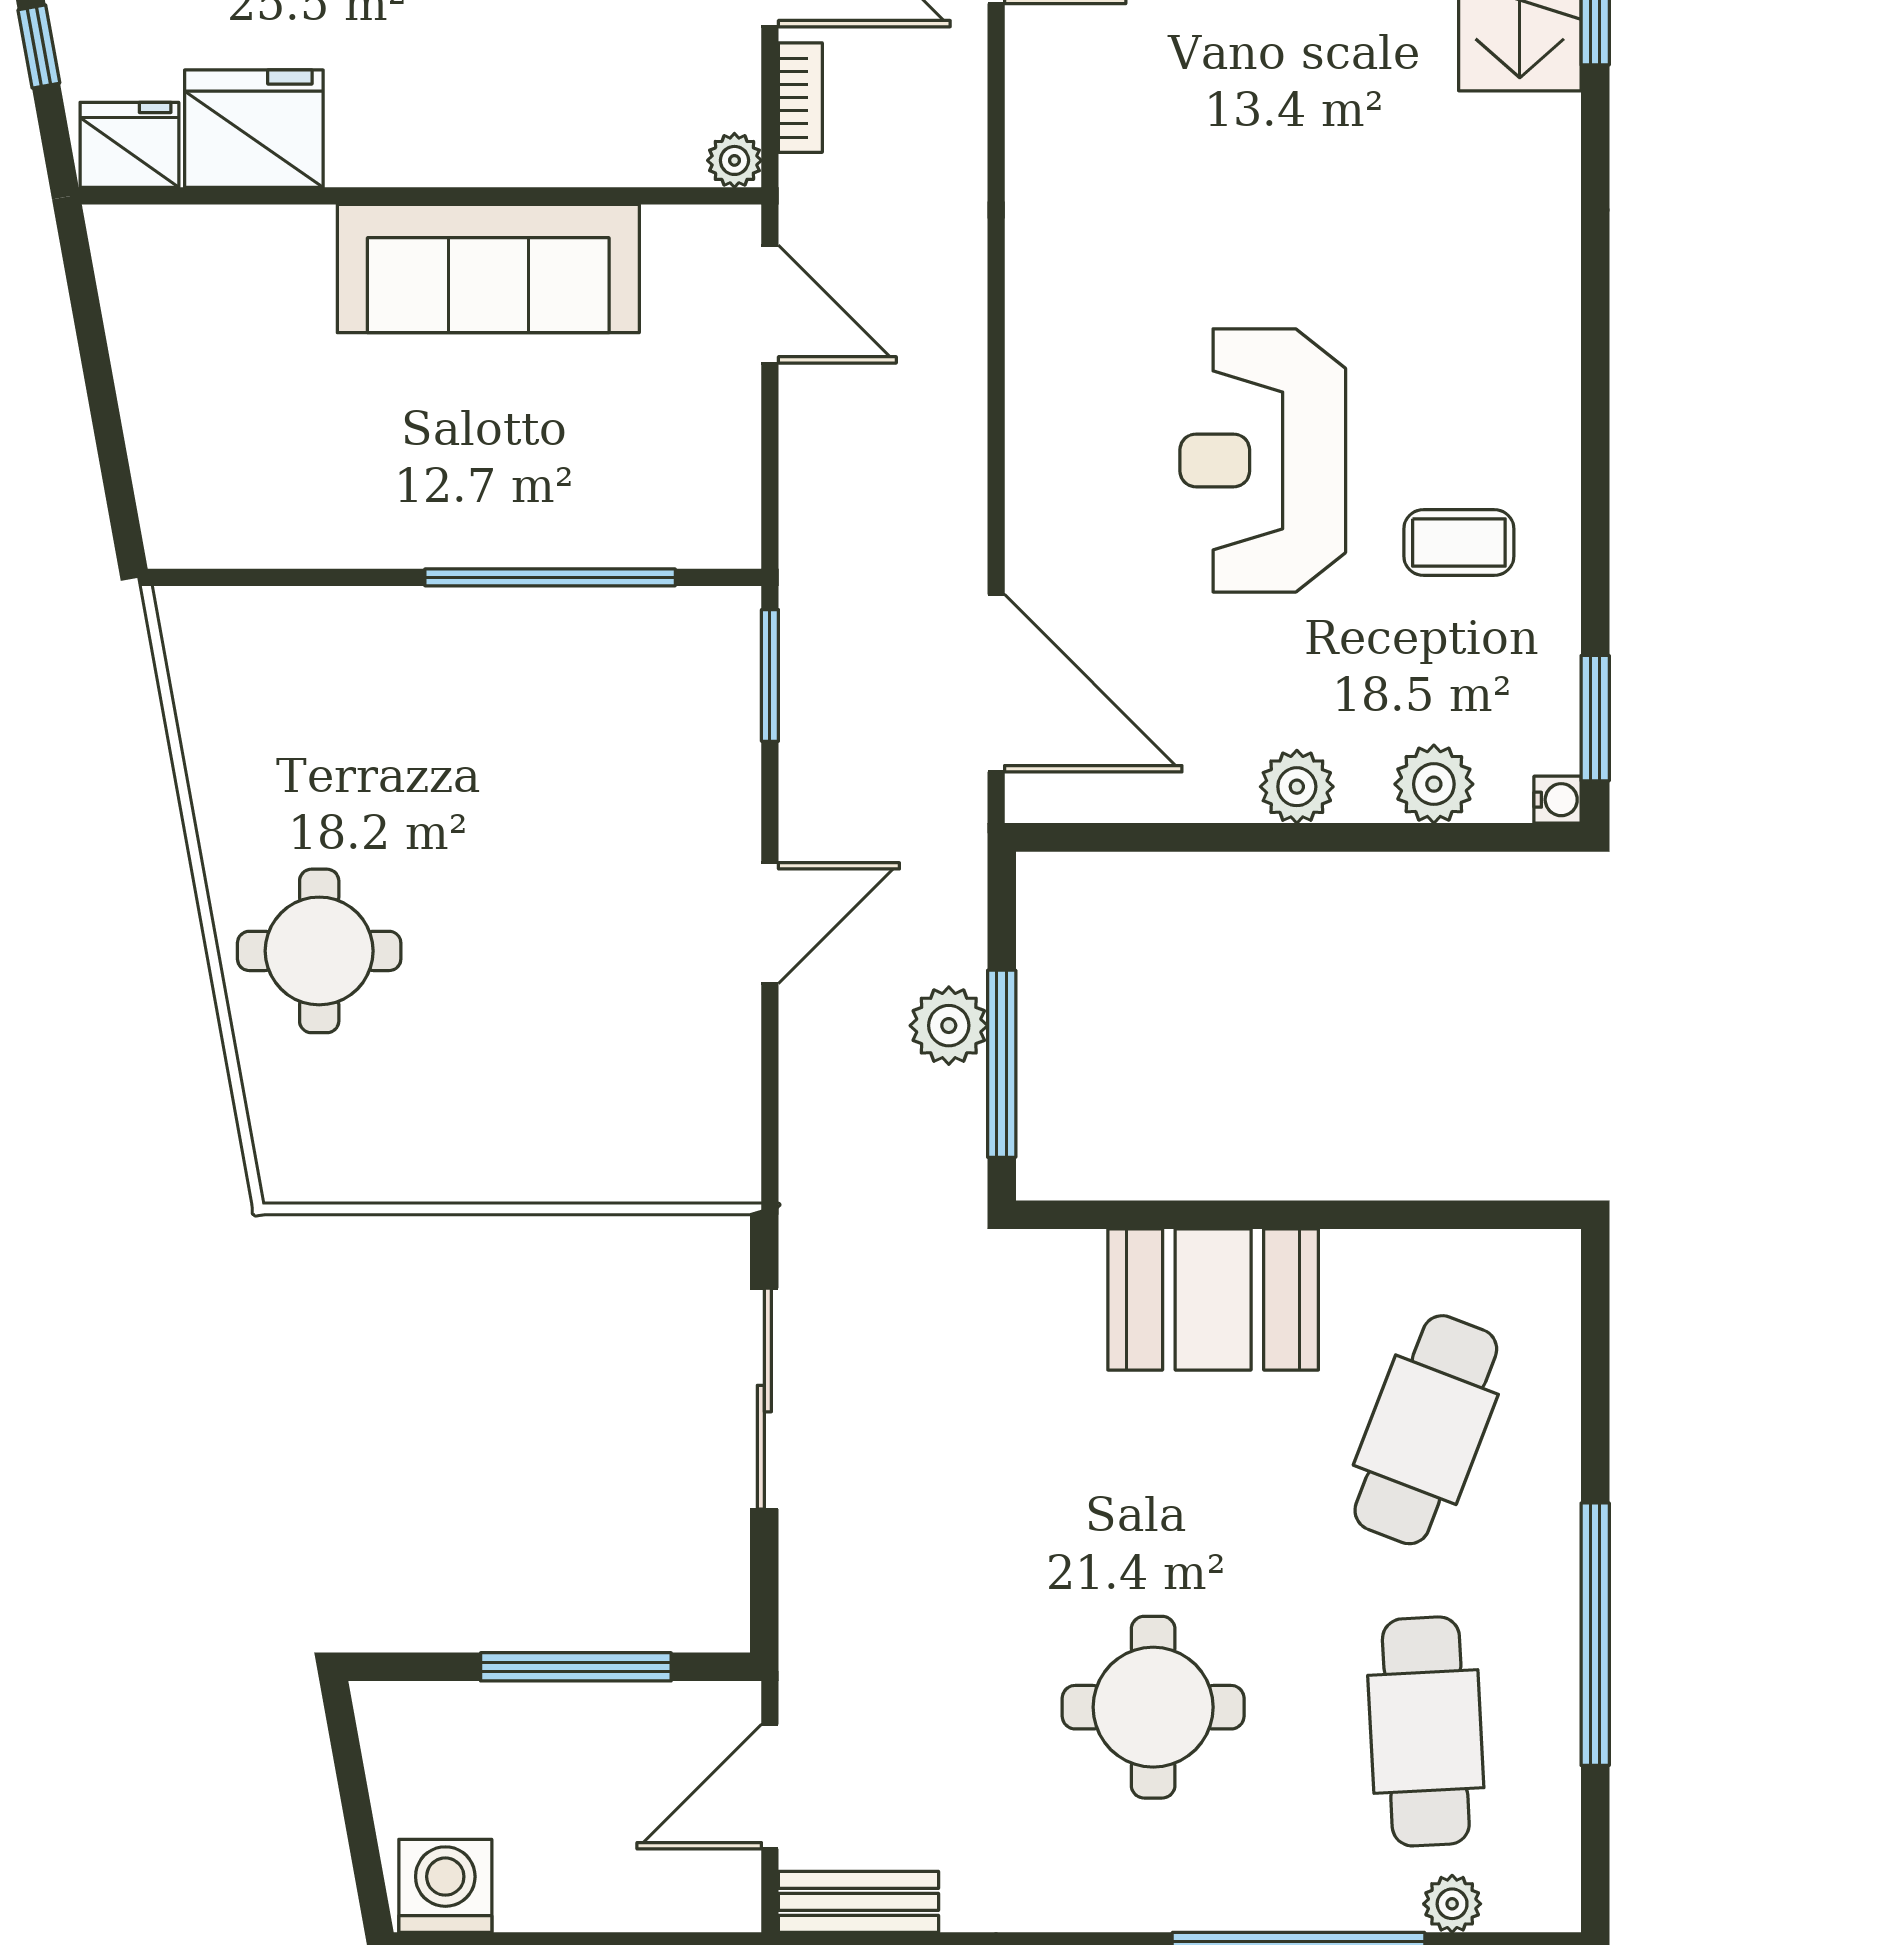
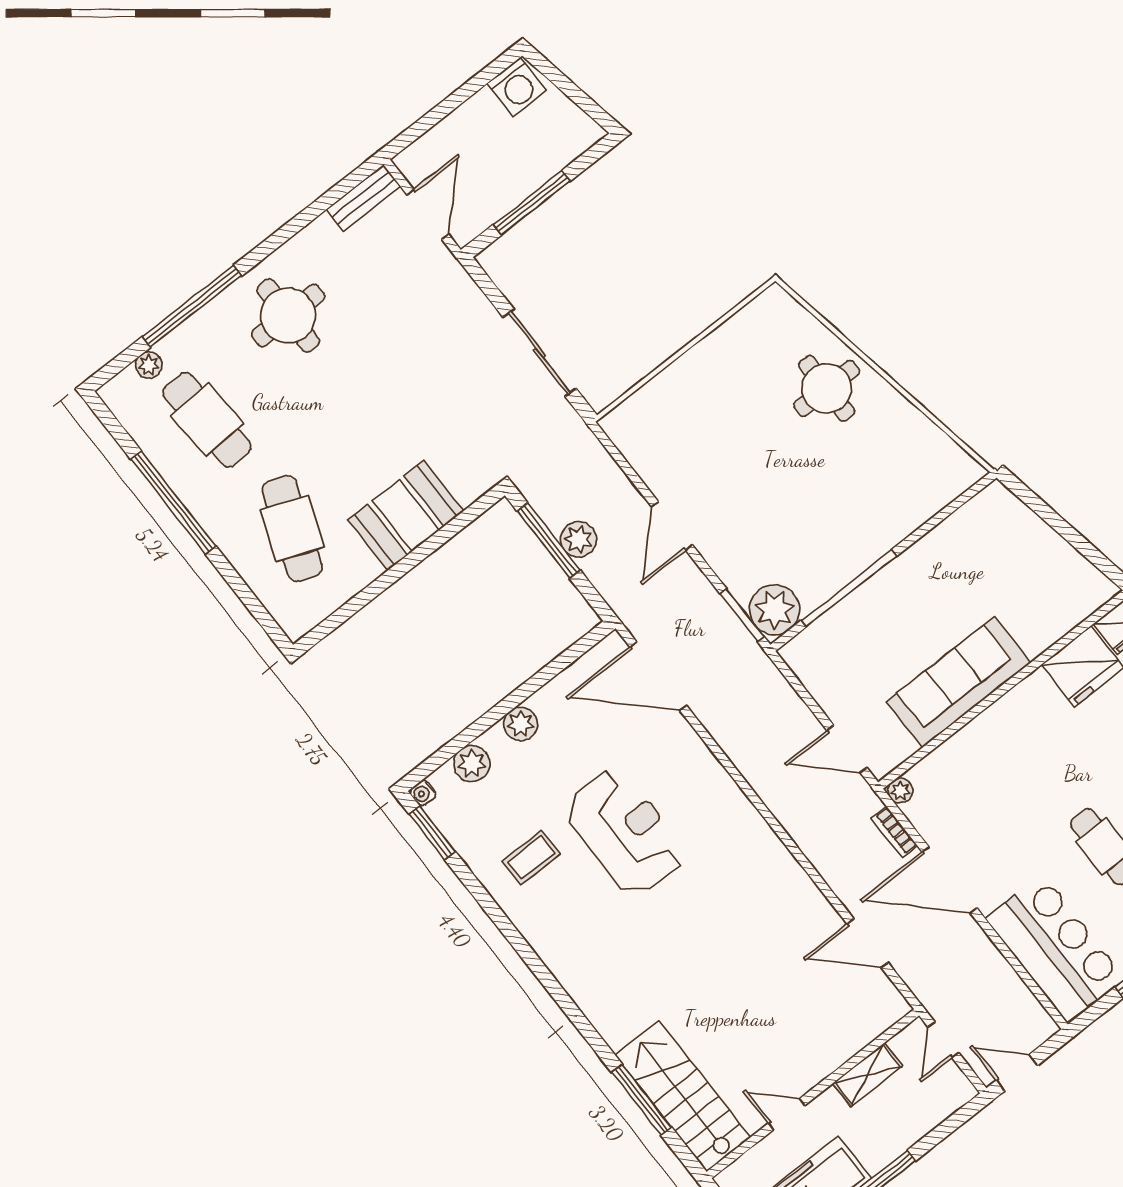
plant: (707, 640) -> (775, 610), added
round table: (1153, 1707) -> (288, 315), moved

